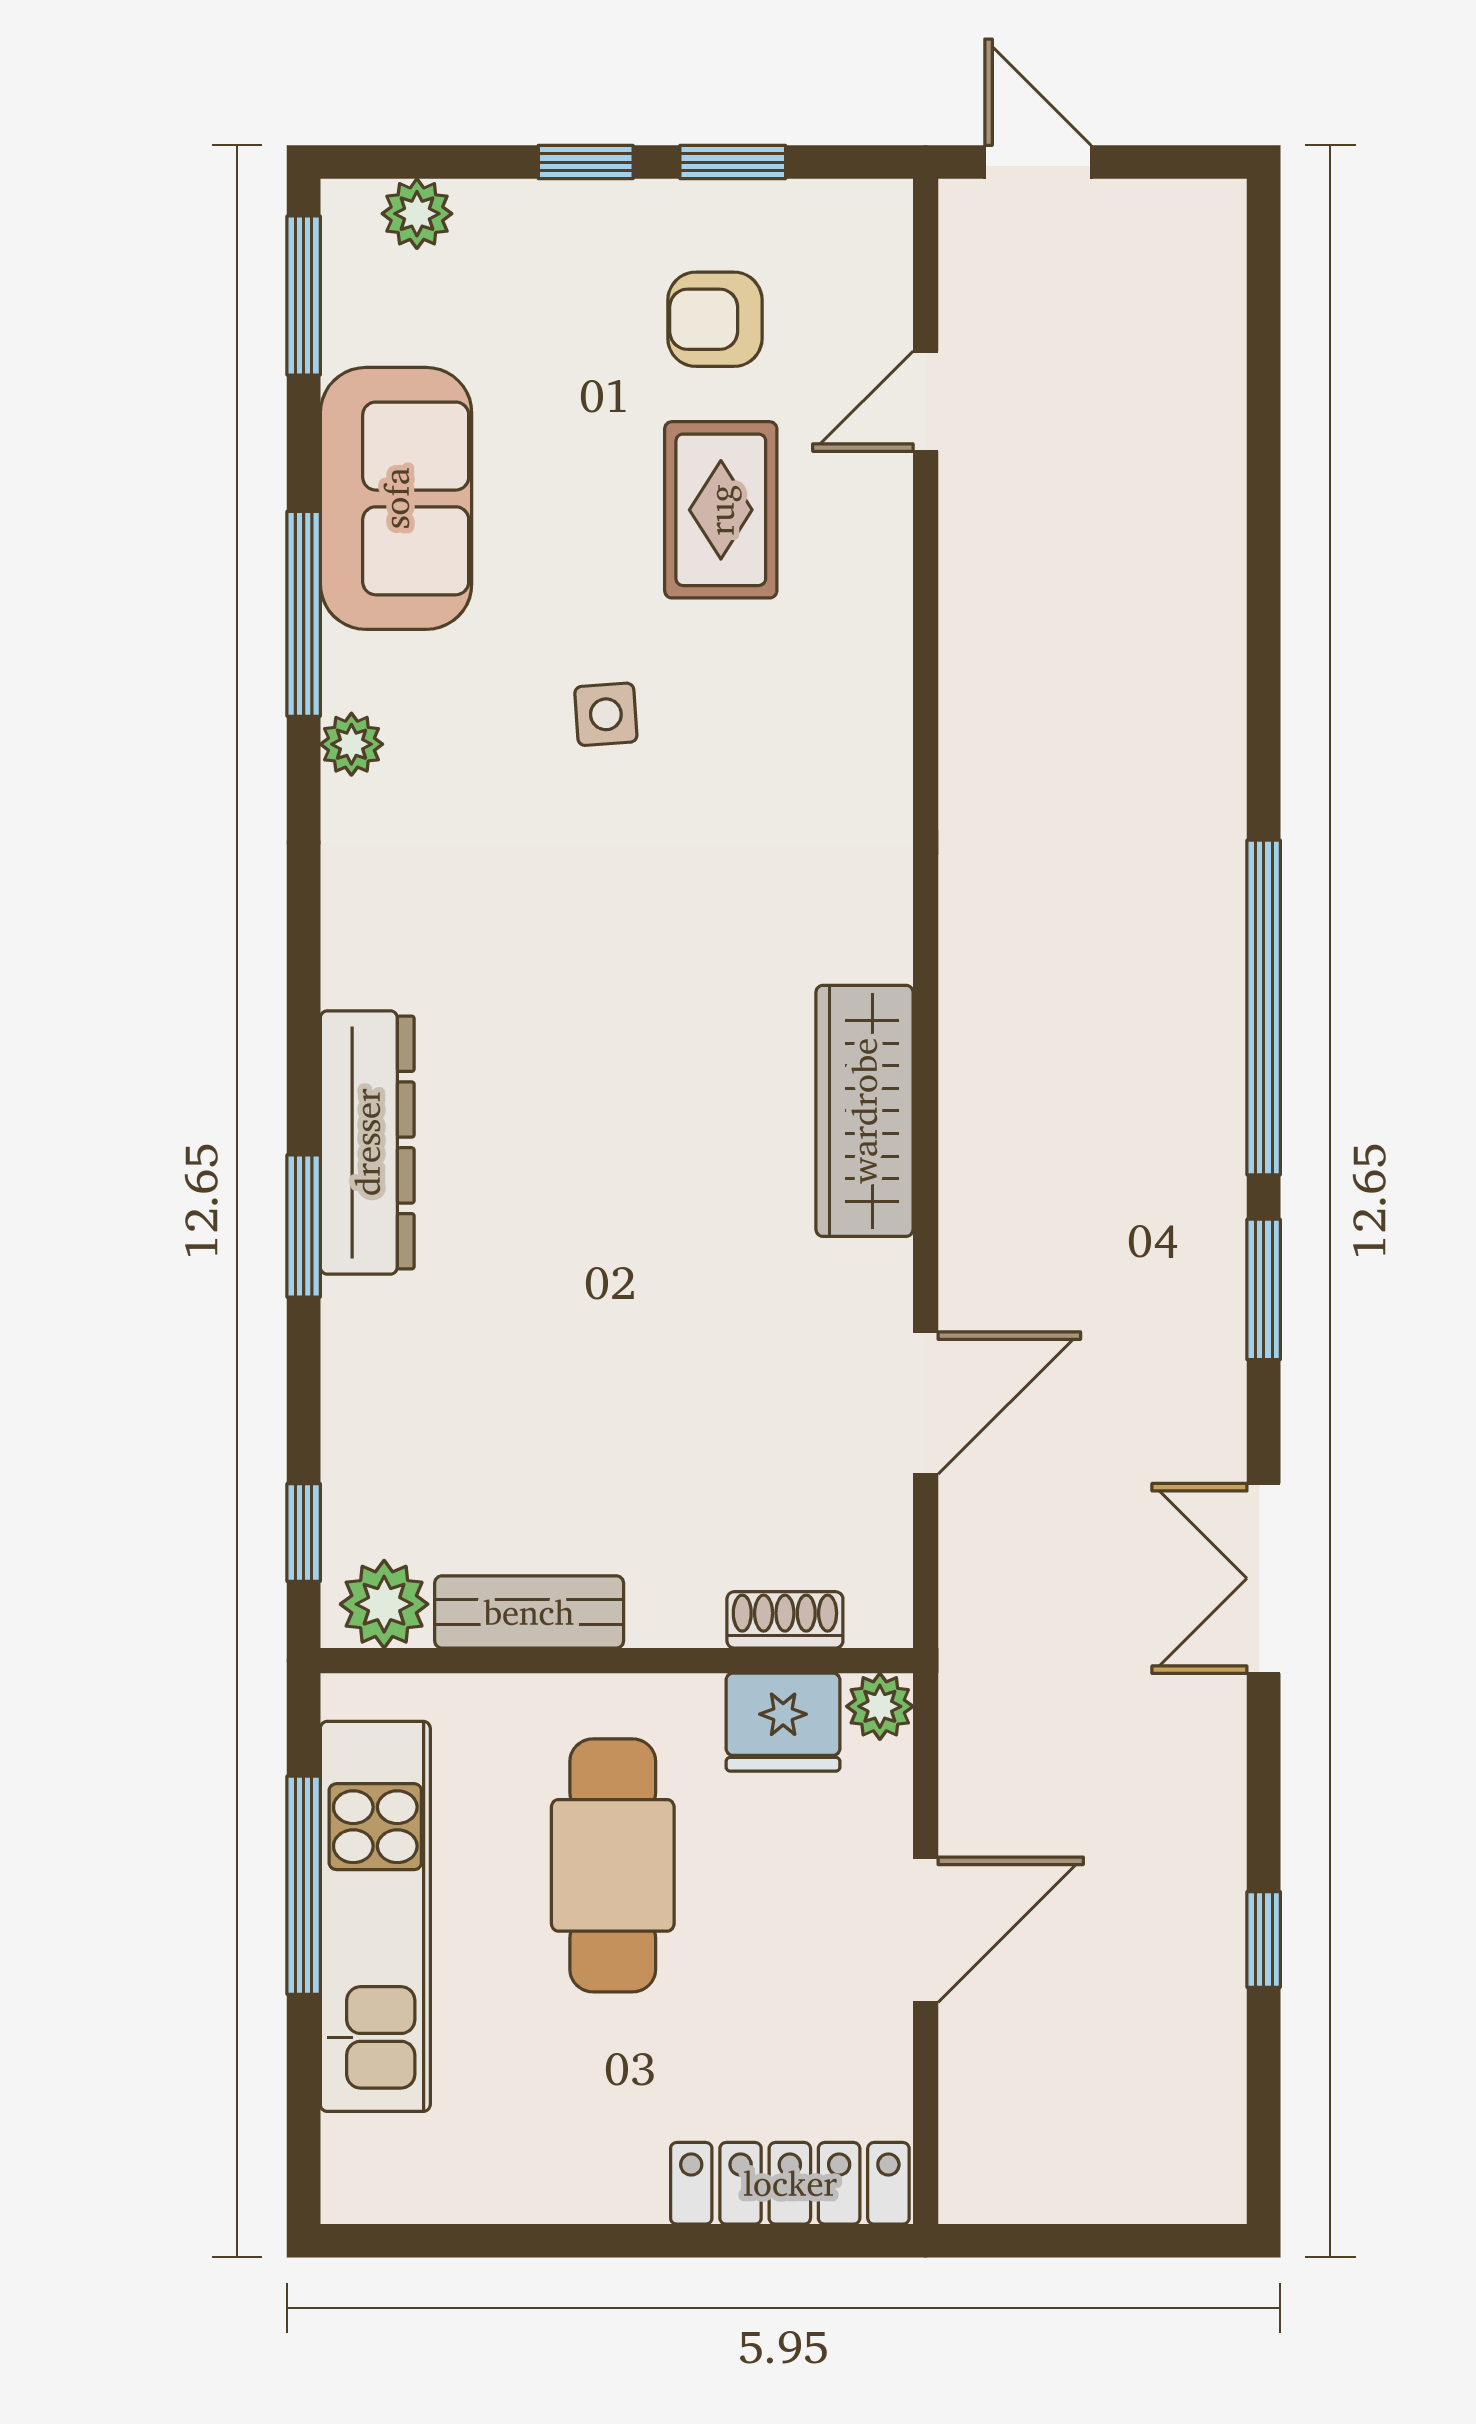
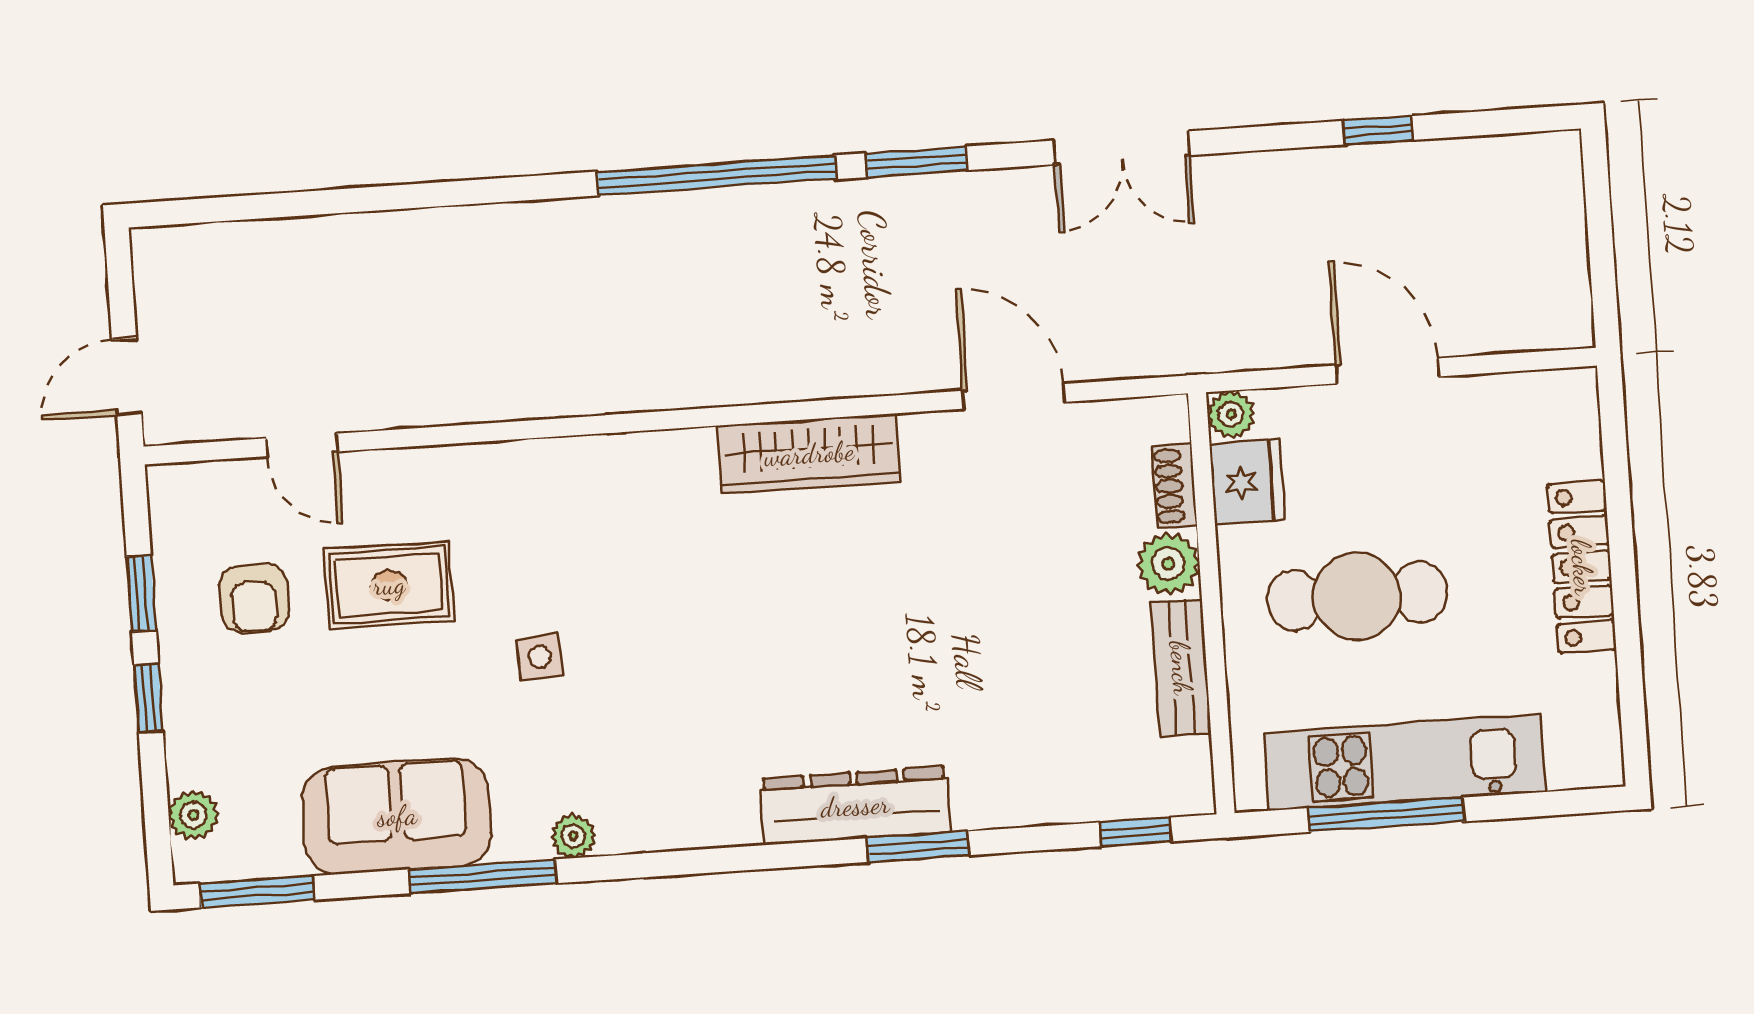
plant: (384, 1604) -> (1168, 564), moved
locker: (790, 2183) -> (1582, 567), moved

